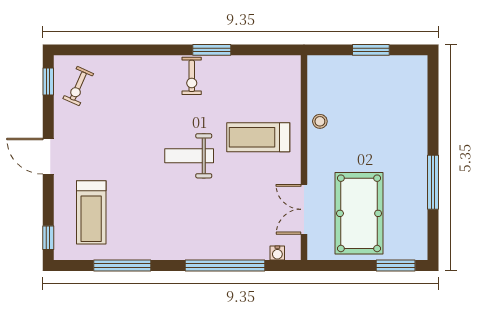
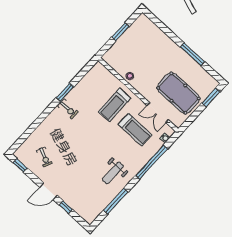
exercise bike: (78, 86) -> (44, 157), moved
weight bench: (189, 156) -> (113, 173), moved
treadmill: (91, 212) -> (135, 130), moved
window: (48, 238) -> (66, 207), moved

